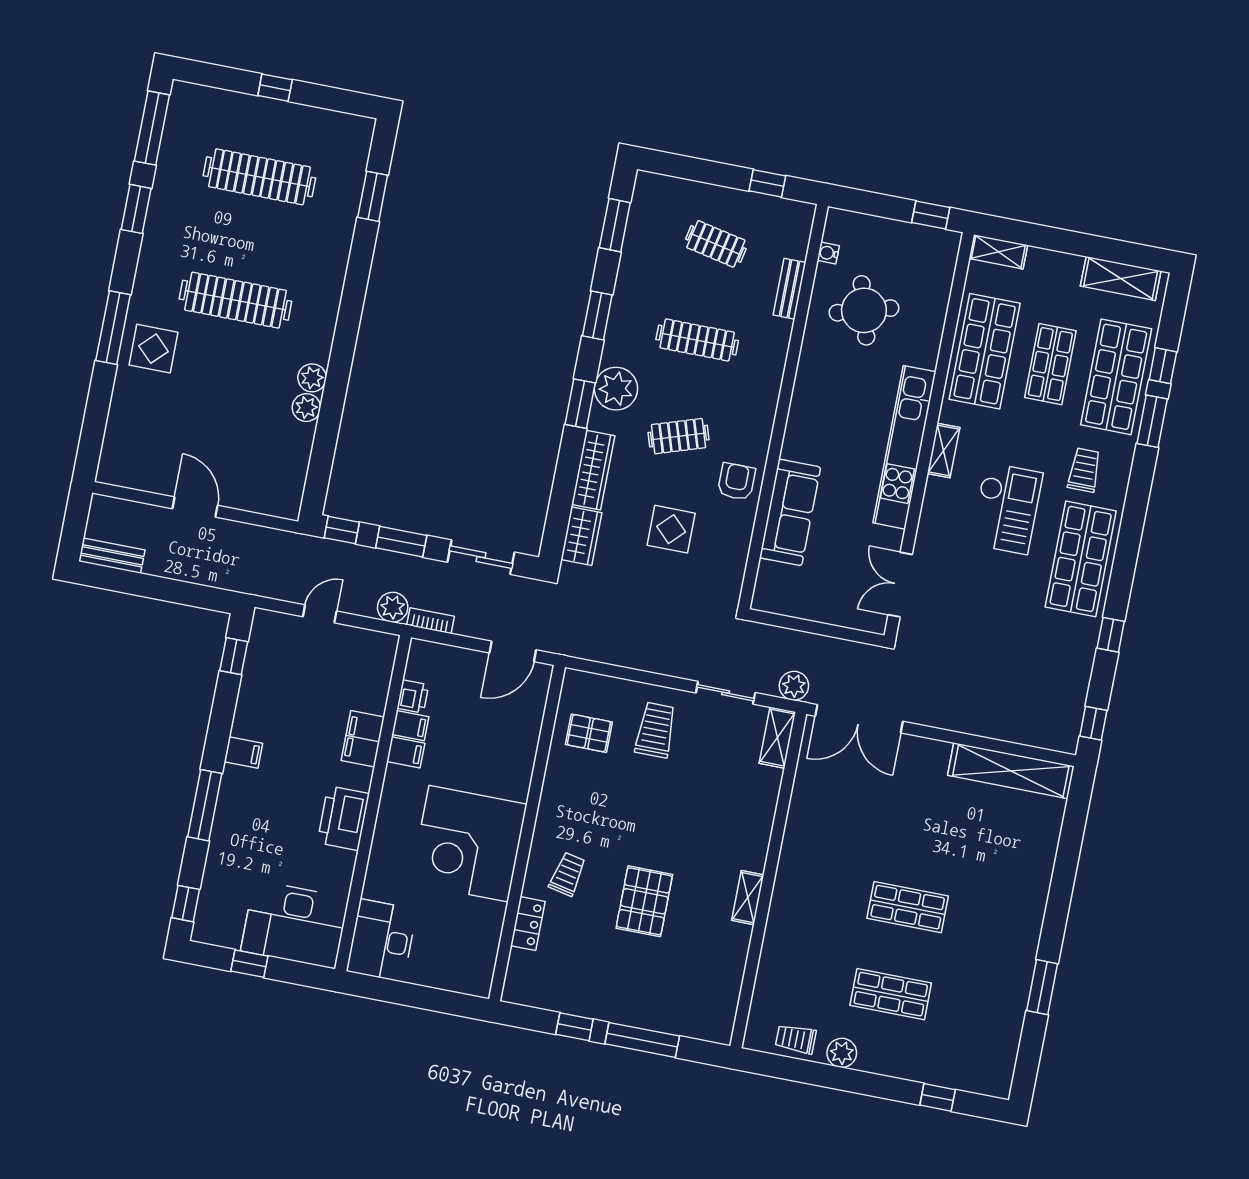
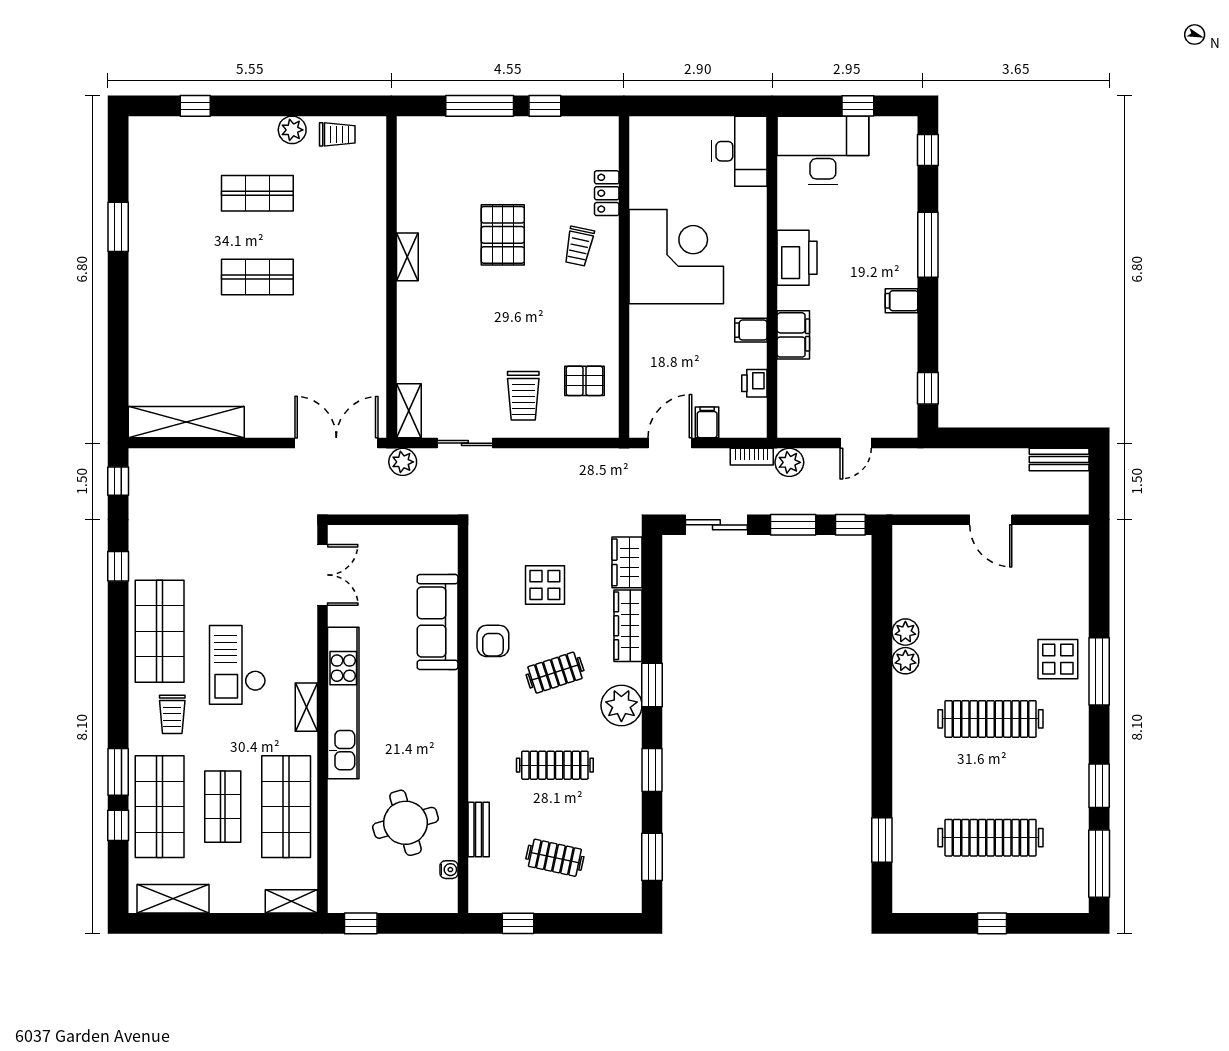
filing cabinet: (410, 726) -> (707, 422), moved, turned 90

